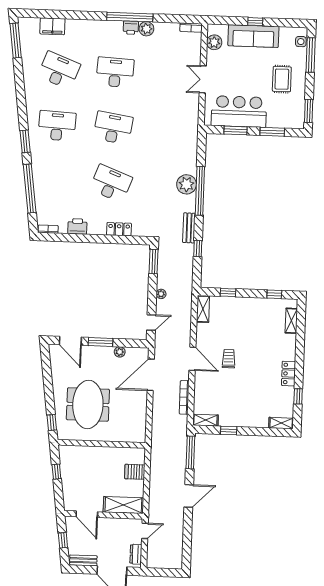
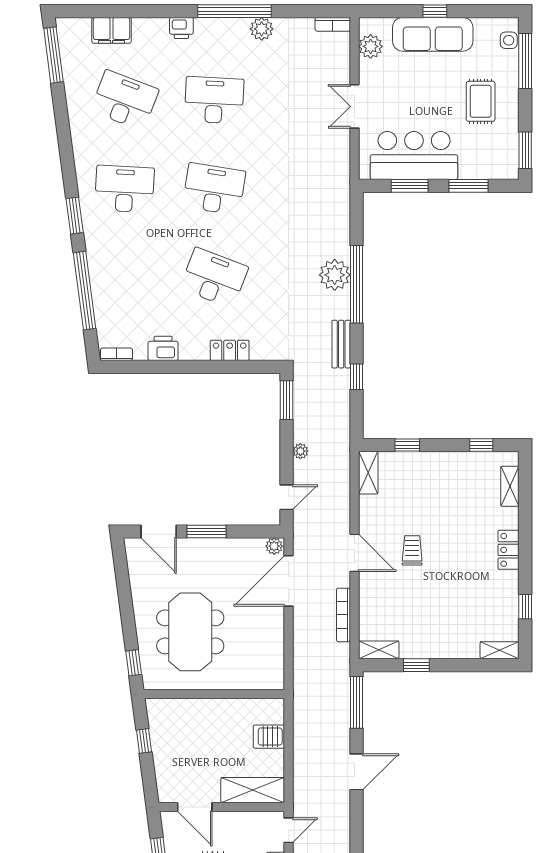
printer: (131, 28) -> (181, 28), moved
plant: (120, 352) -> (274, 546), moved
locker: (288, 374) -> (508, 550), moved

